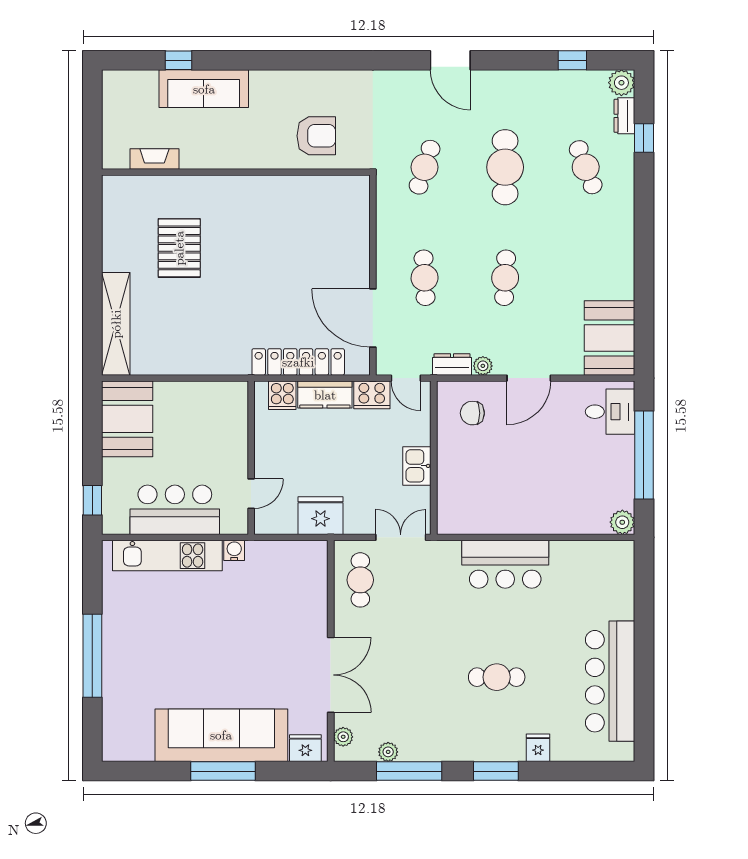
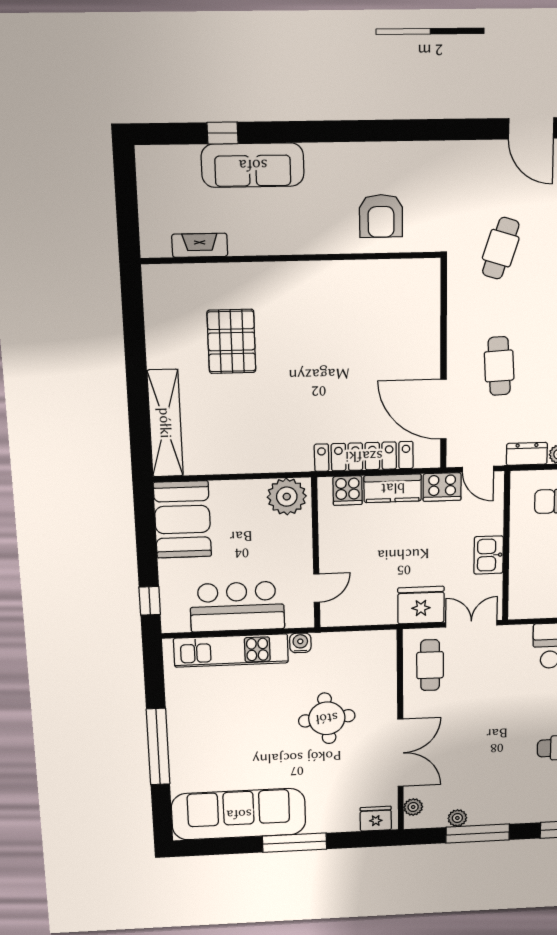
armchair: (316, 136) -> (381, 216), turned 90
plant: (225, 399) -> (287, 497), added
fridge: (320, 516) -> (421, 605), moved
round table: (258, 633) -> (327, 718), added
sofa: (221, 735) -> (239, 814), moved

